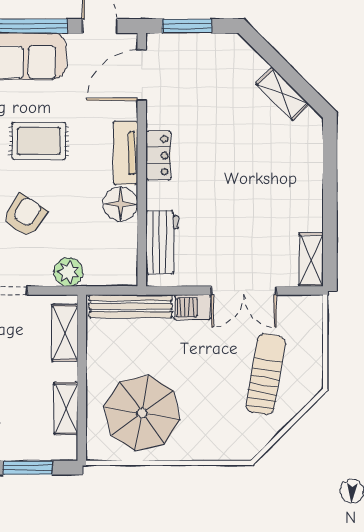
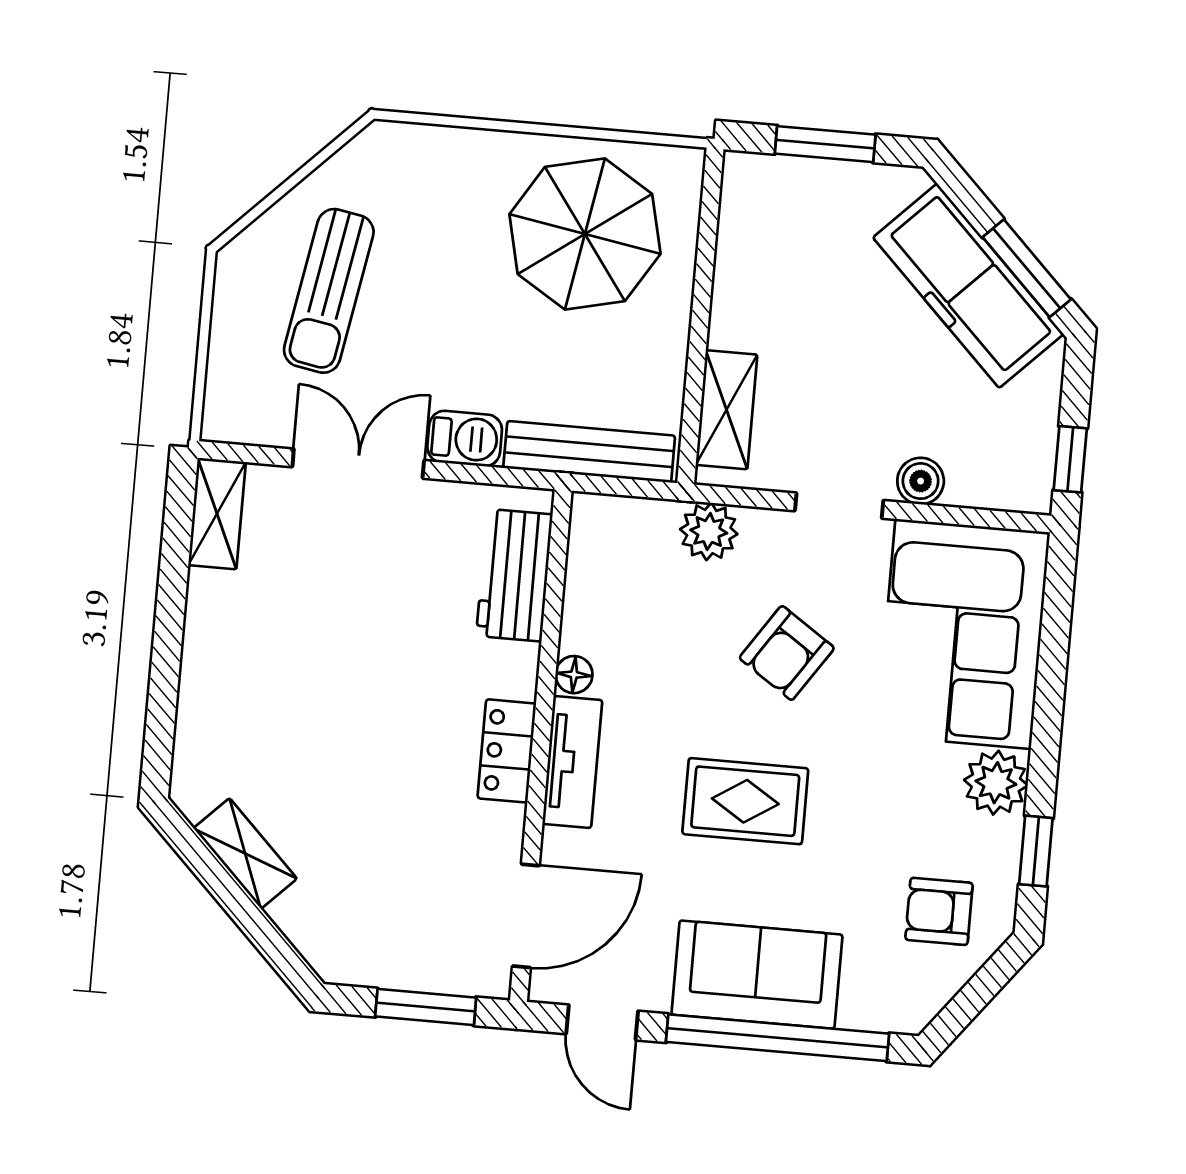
floor lamp: (120, 204) -> (574, 675), width x0.53, depth x0.53
shelving: (66, 408) -> (738, 257), removed

